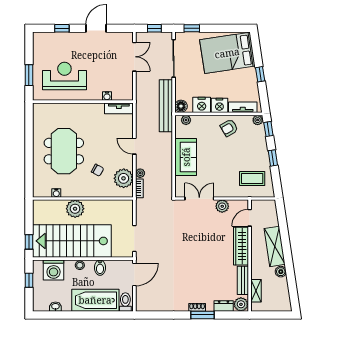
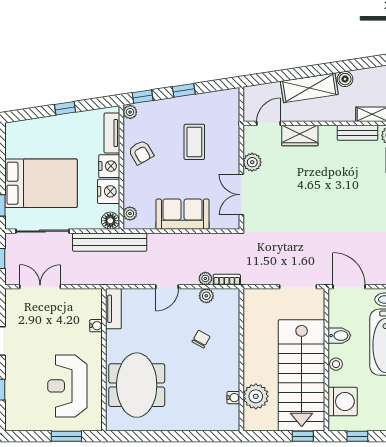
bed: (227, 53) -> (41, 183), moved, turned -81
meeting table: (64, 151) -> (137, 385), moved, turned 90
plant: (124, 178) -> (206, 296), width x0.53, depth x0.53
coffee table: (252, 178) -> (194, 142), moved
plant: (75, 209) -> (256, 396), moved
door: (250, 218) -> (269, 123), swing flipped
wardrobe: (241, 246) -> (300, 136), width x0.67

